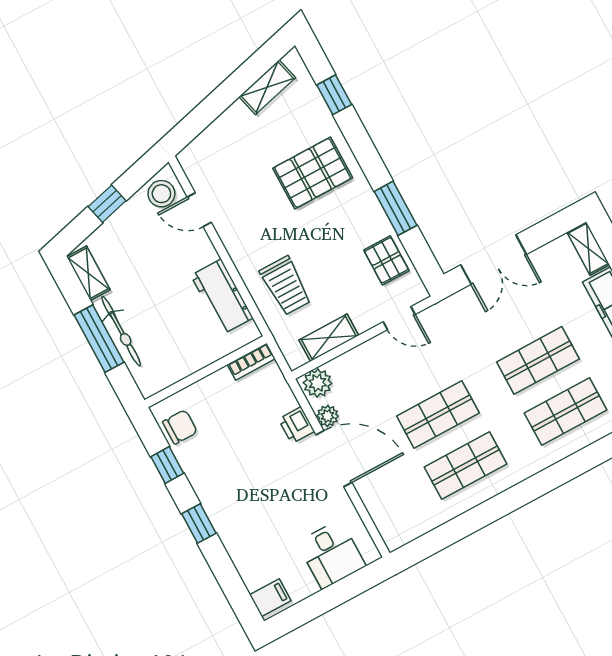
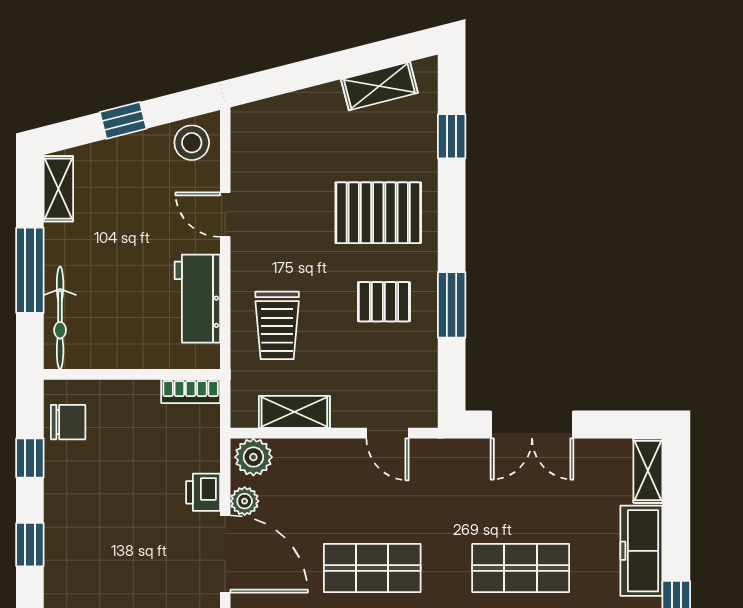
door: (199, 210) -> (225, 215), moved
pallet: (386, 260) -> (384, 302), moved, turned 90
bicycle: (121, 331) -> (60, 318), moved

